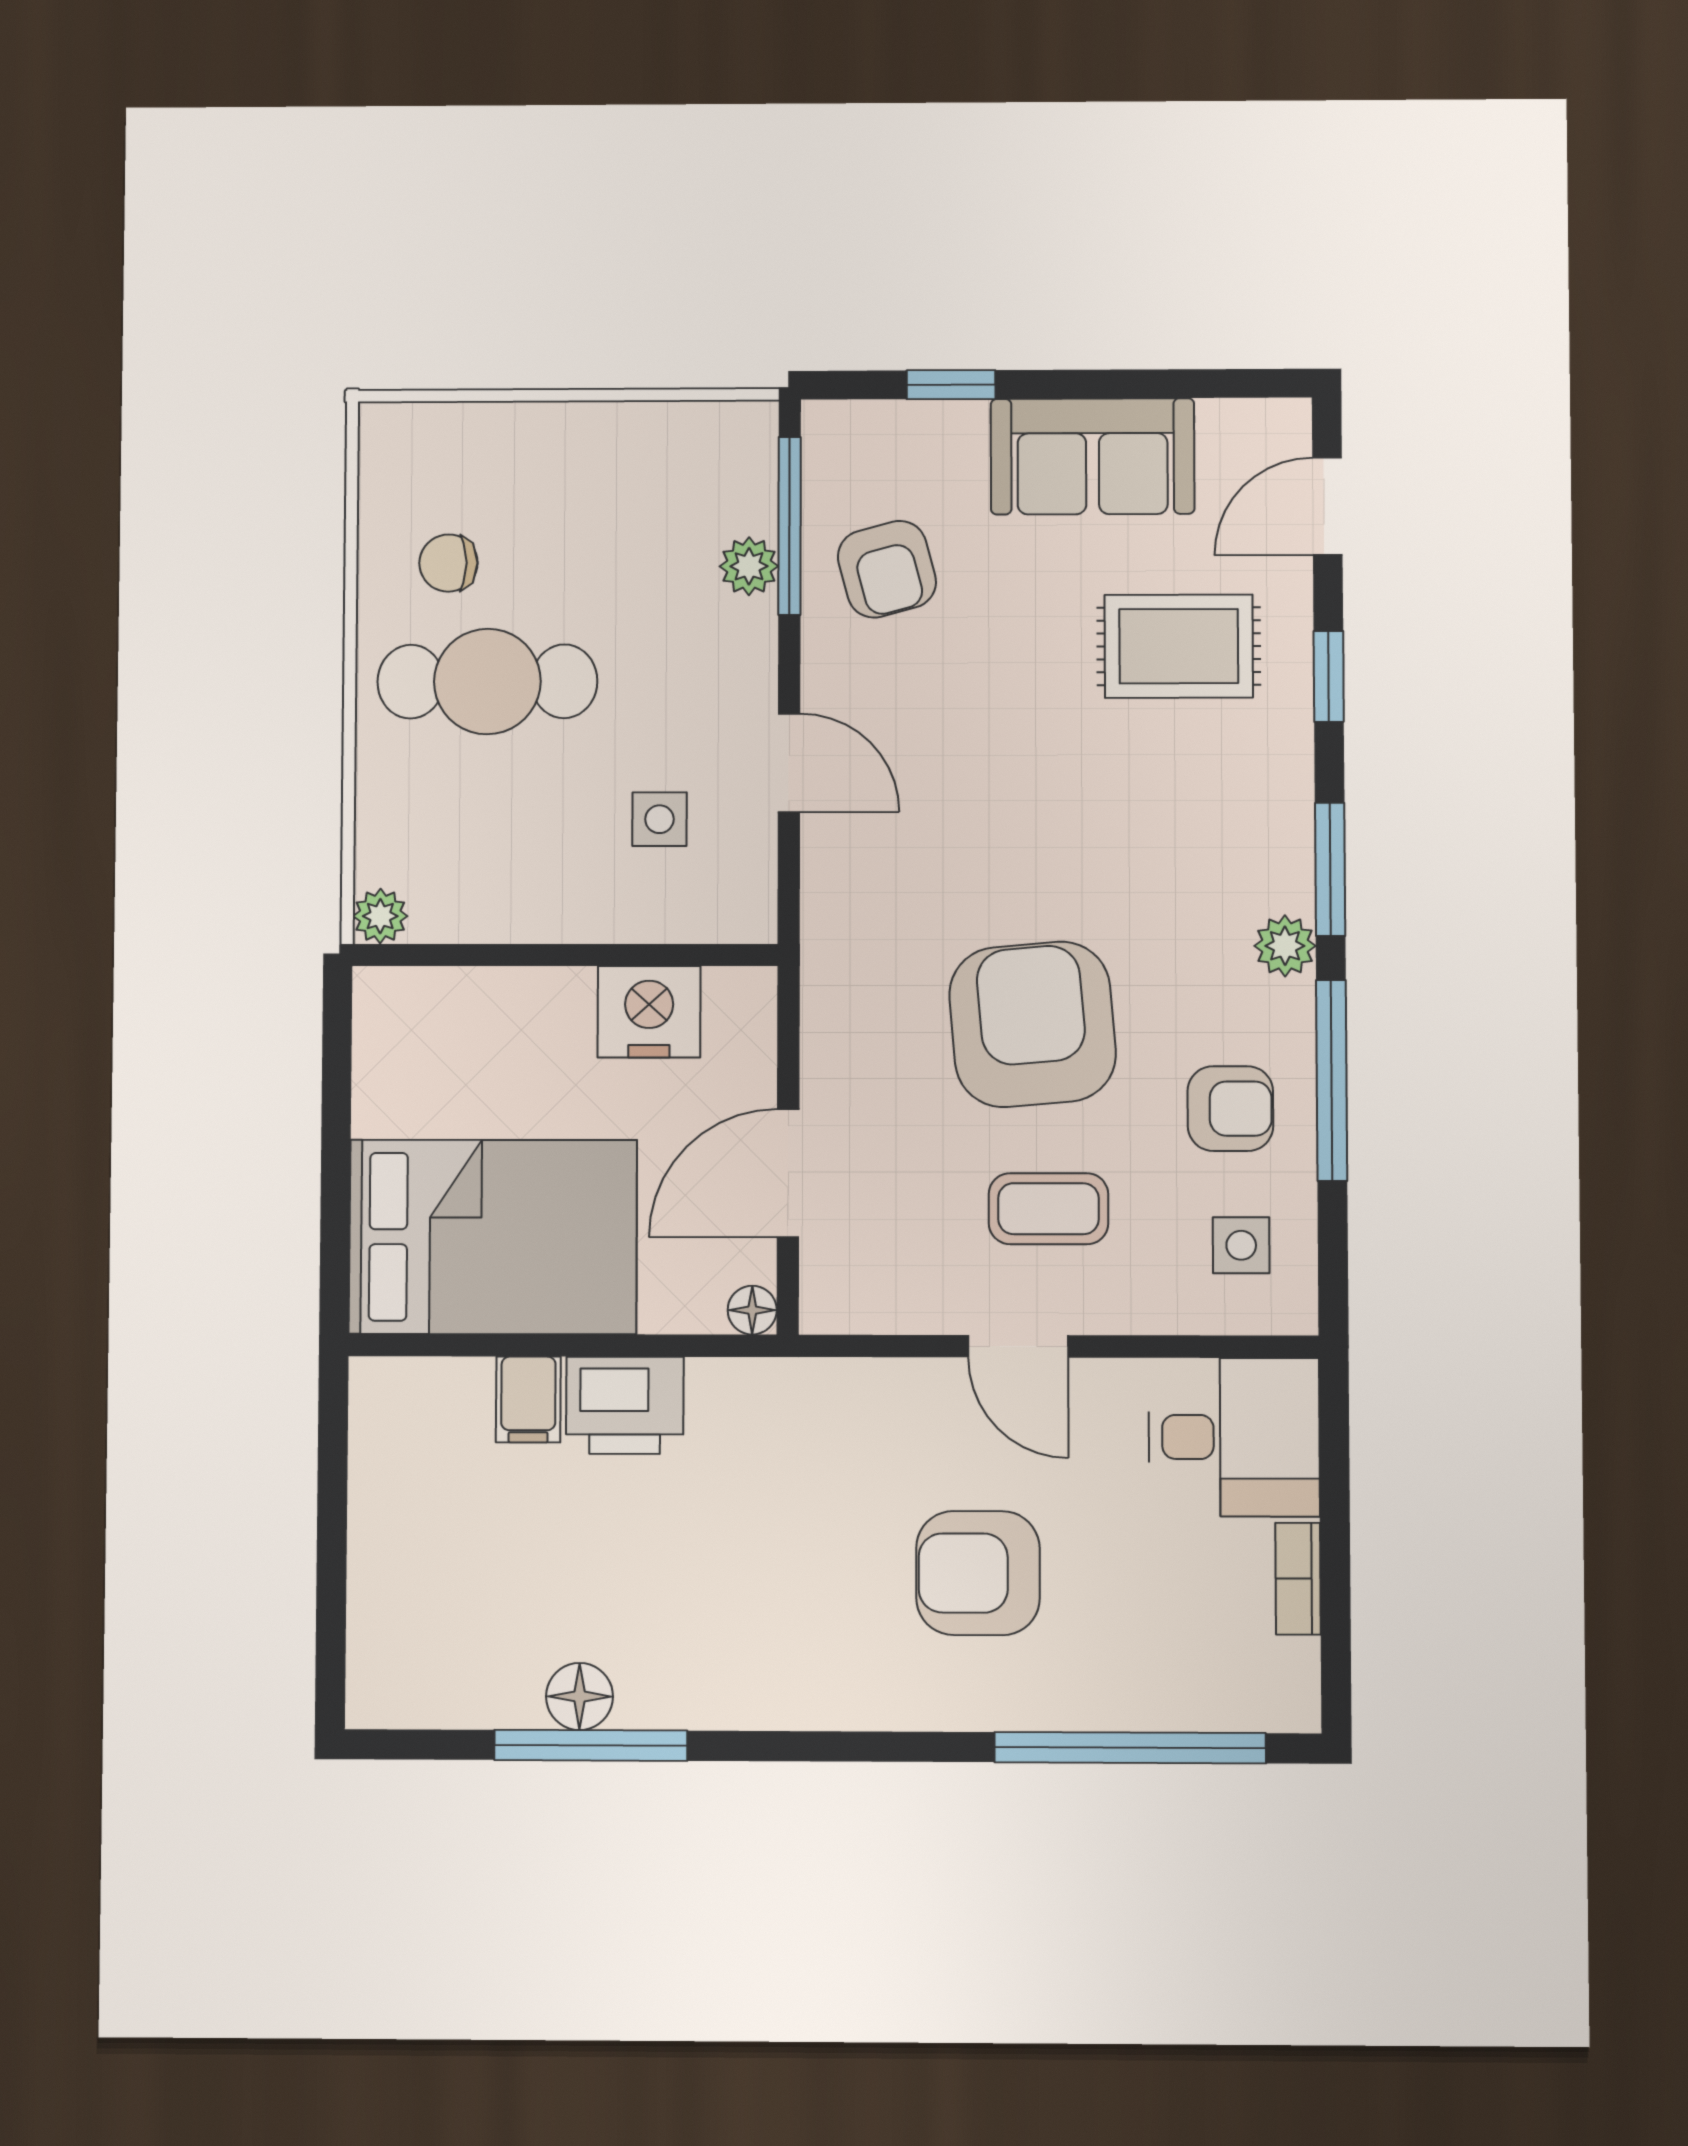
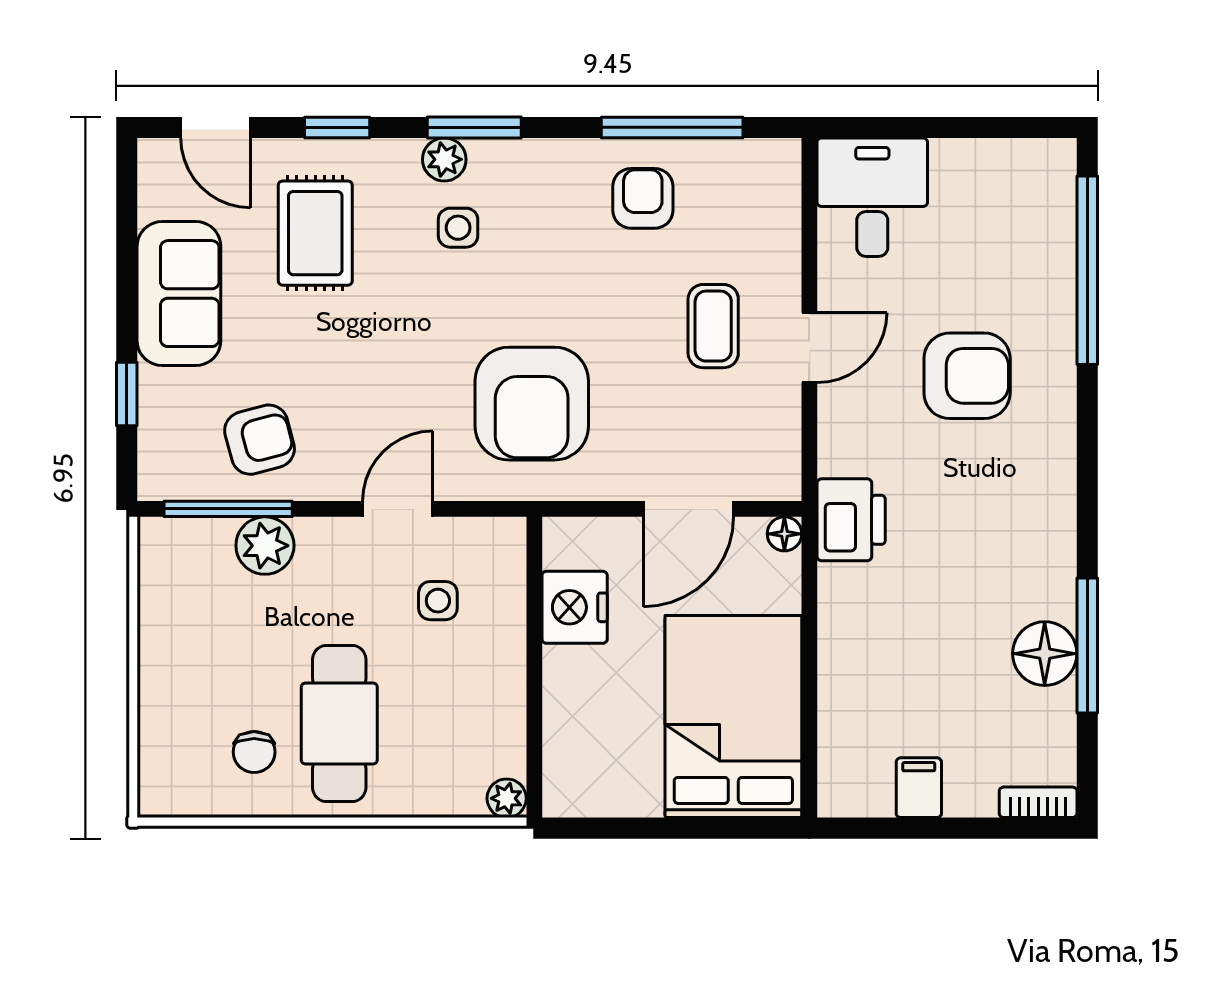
plant: (749, 566) -> (265, 546), width x1.38, depth x1.38
plant: (1285, 946) -> (444, 159), moved
armchair: (1033, 1024) -> (532, 404), moved, turned -85
window: (1332, 1080) -> (672, 127), moved
door: (788, 1173) -> (688, 509), hinge flipped
side table: (1241, 1245) -> (458, 228), moved
filing cabinet: (528, 1399) -> (919, 788), moved, turned -90
printer: (625, 1405) -> (851, 520), moved
armchair: (978, 1573) -> (967, 376), turned -90
bookcase: (1298, 1579) -> (1038, 802), moved, turned 180
floor lamp: (580, 1696) -> (1045, 654), width x1.38, depth x1.38

